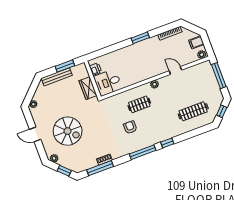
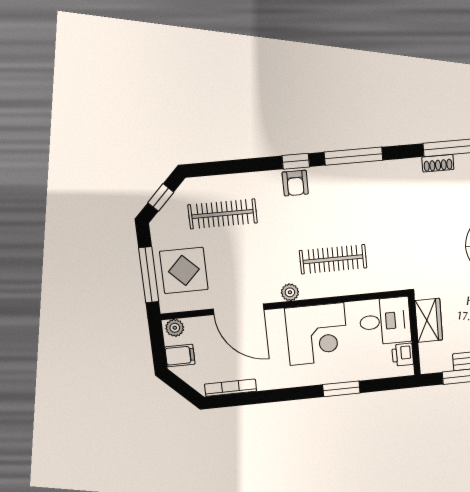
window: (140, 38) -> (341, 389), moved
corner desk: (137, 68) -> (317, 334), added
door: (175, 70) -> (239, 309), width x1.87
display table: (204, 82) -> (184, 270), added
clothes rail: (139, 104) -> (333, 259), width x1.36
armchair: (130, 127) -> (295, 183), moved

